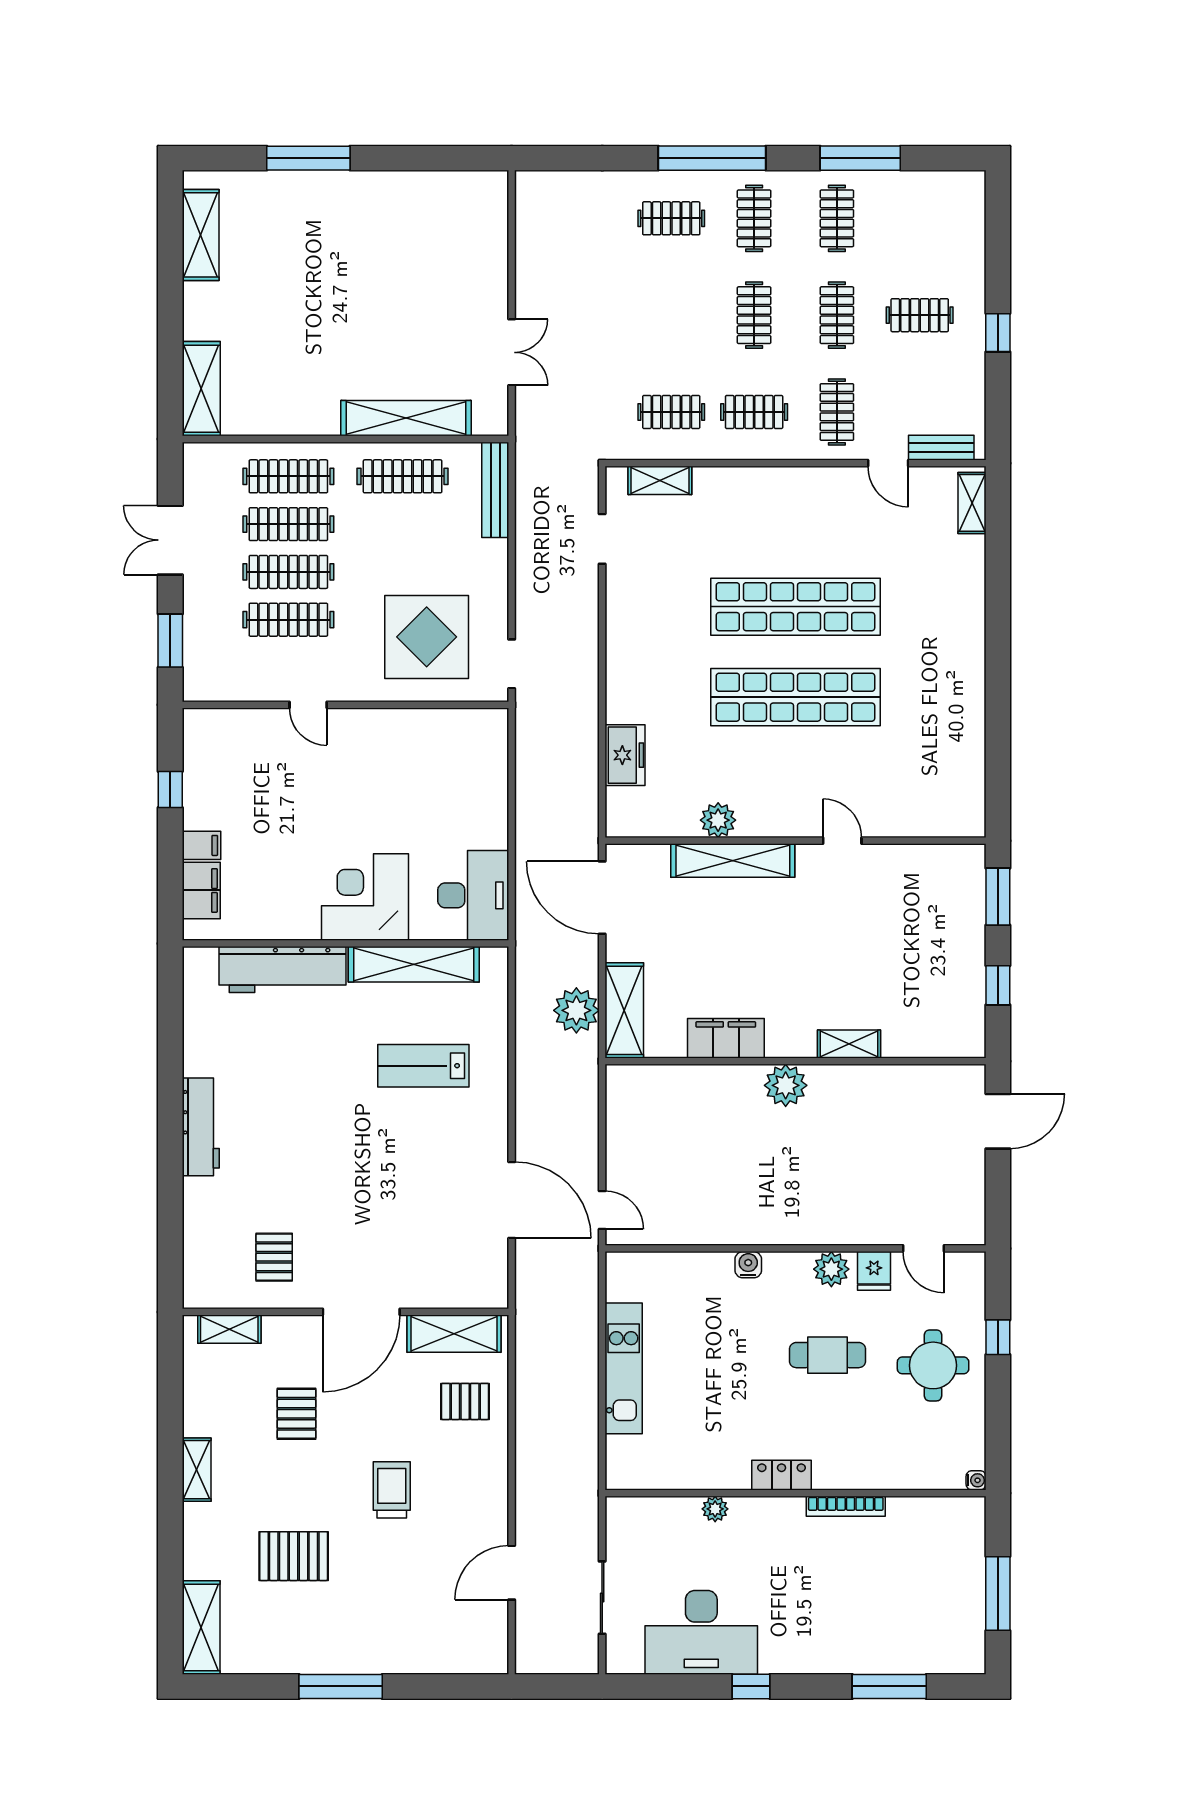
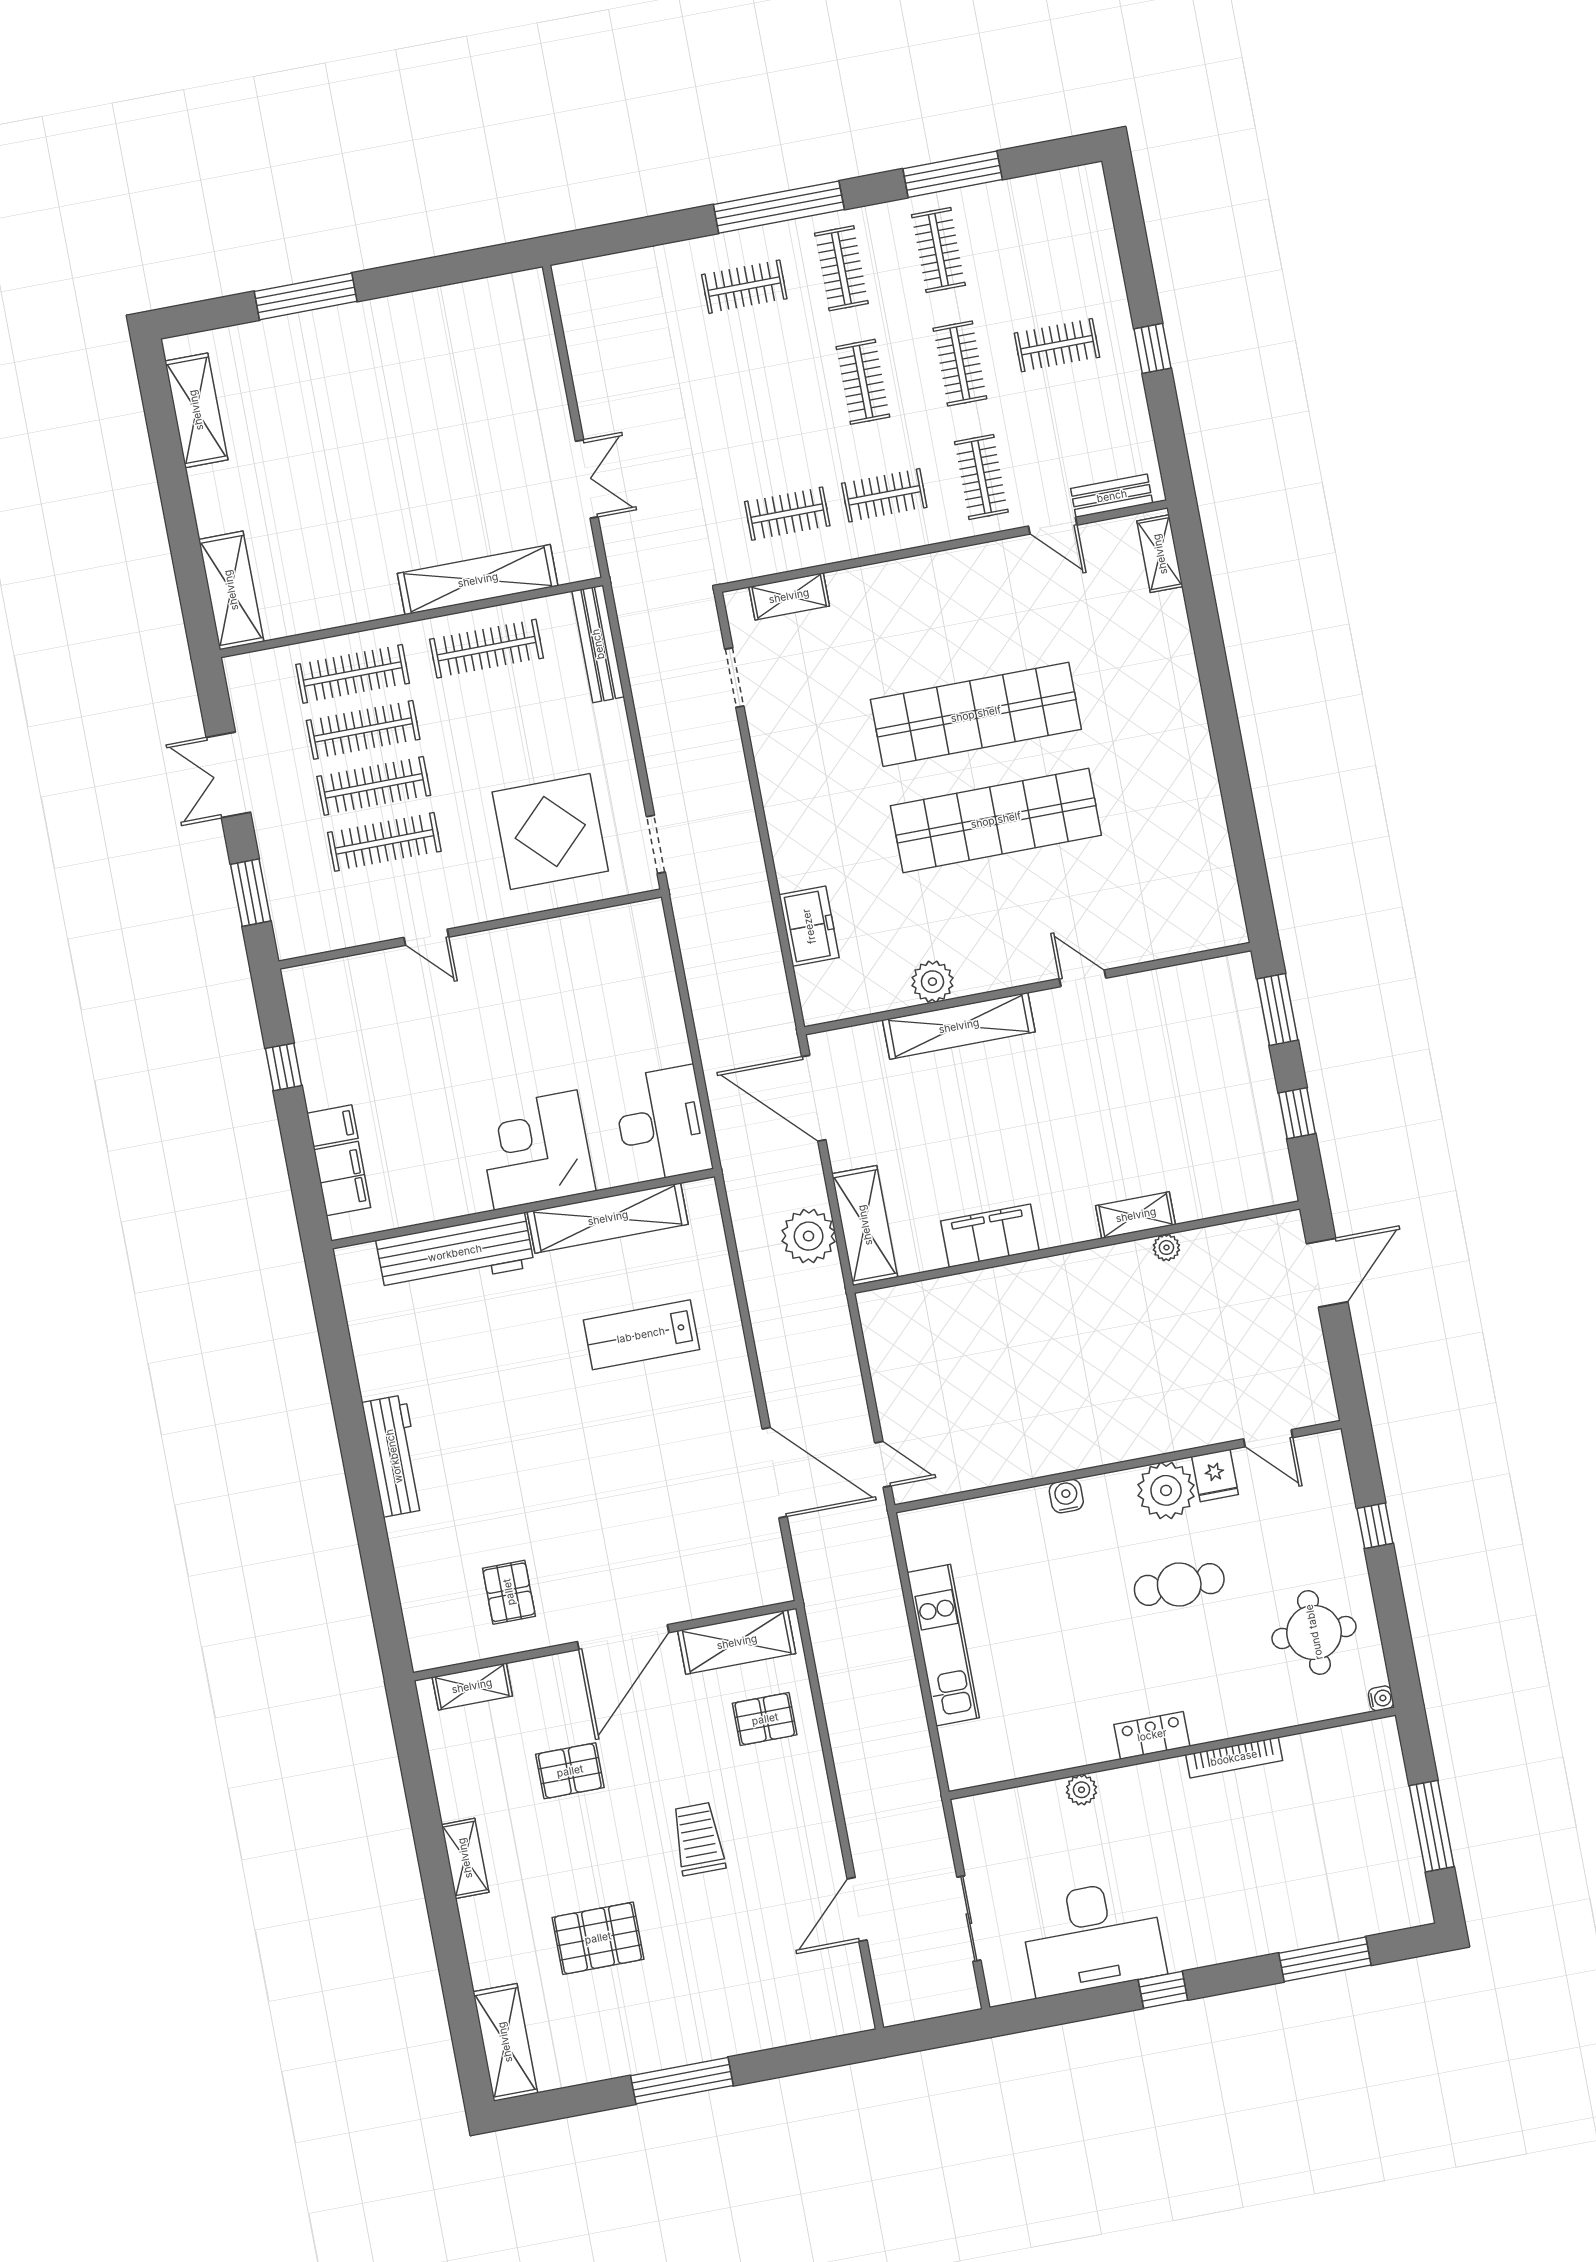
plant: (786, 1085) -> (1166, 1247), moved, width x0.53, depth x0.53
plant: (831, 1269) -> (1166, 1490), width x1.36, depth x1.36
round table: (933, 1365) -> (1314, 1632), moved
pallet: (297, 1414) -> (570, 1771), turned 90

